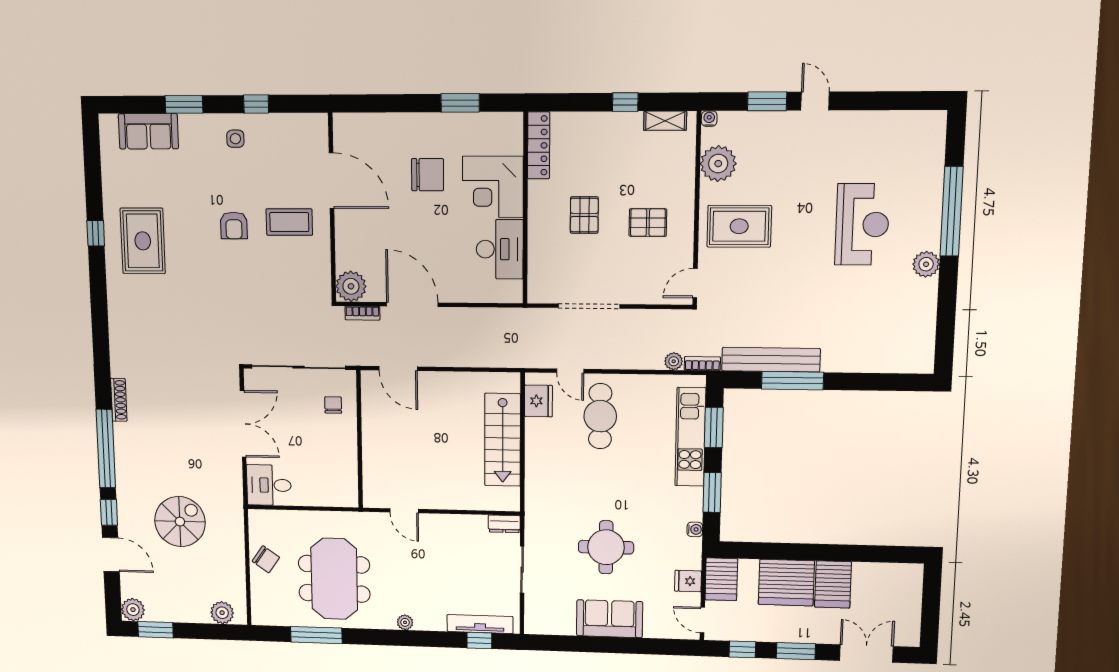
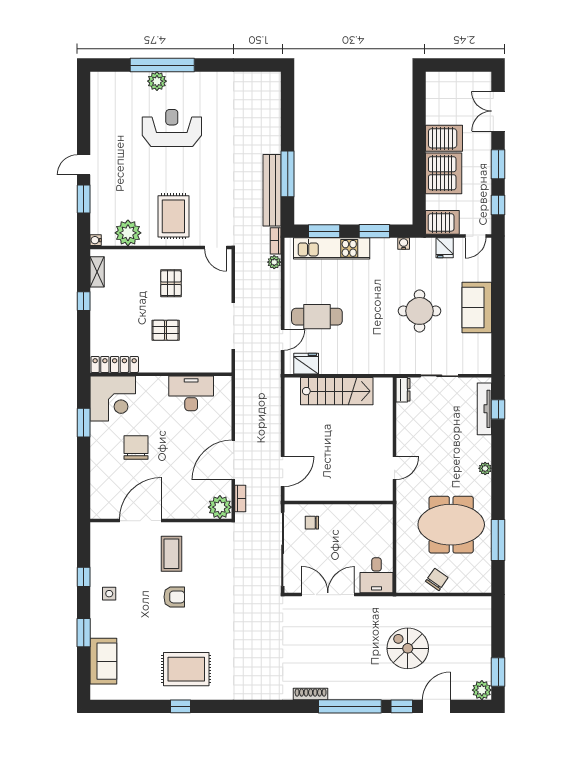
corner desk: (493, 187) -> (113, 398), moved
plant: (926, 264) -> (157, 81), moved
plant: (222, 613) -> (482, 616), removed

